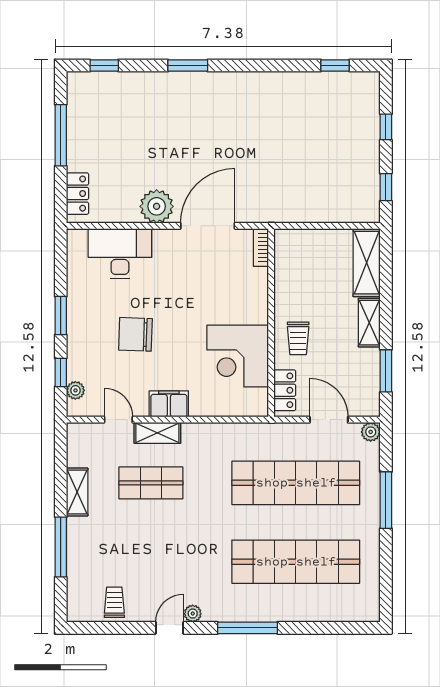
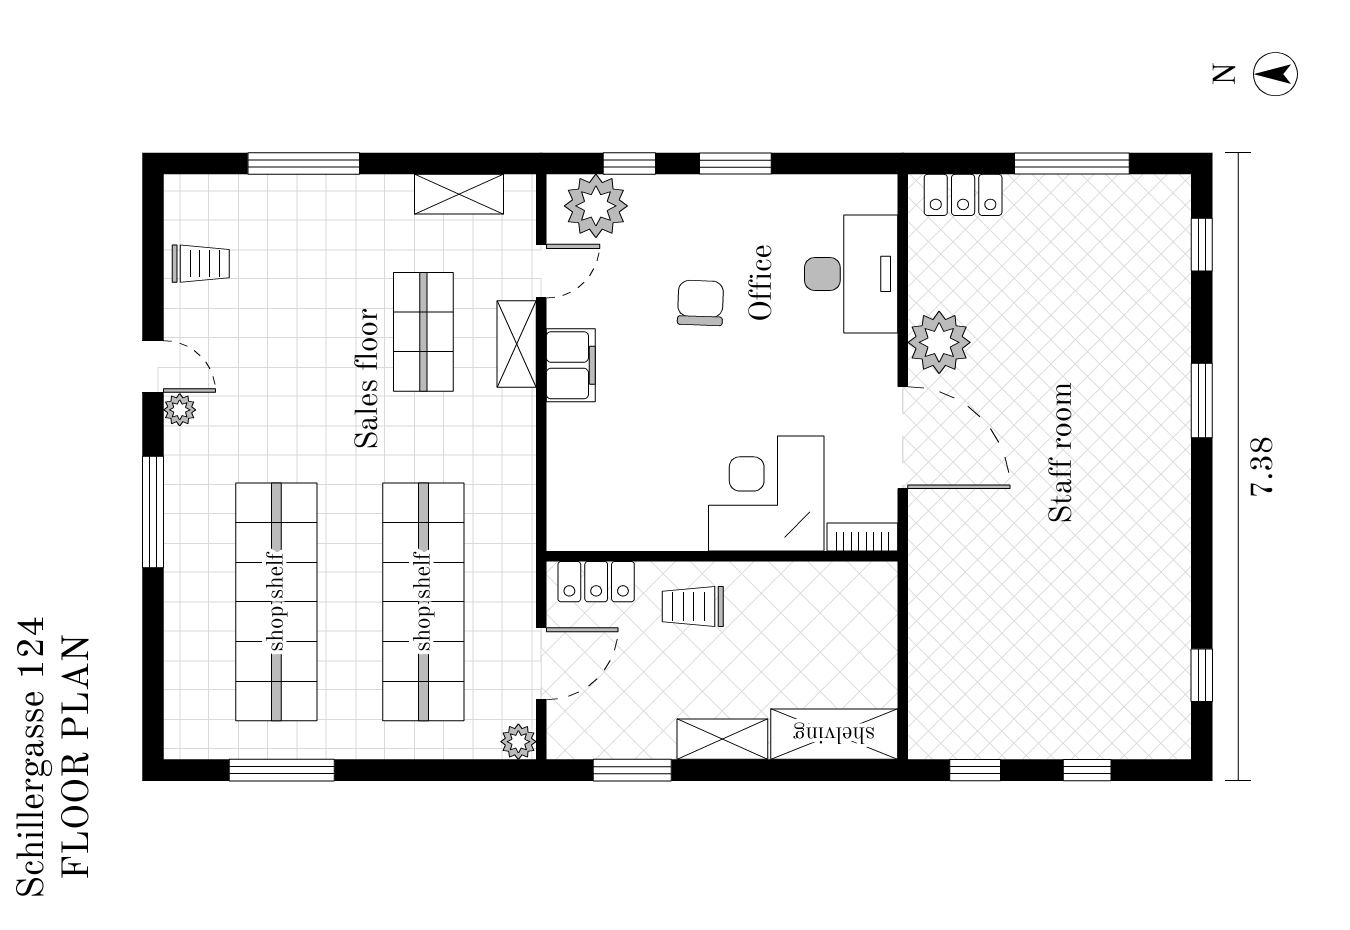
chair: (135, 334) -> (700, 303), width x0.73, depth x0.73
corner desk: (238, 356) -> (766, 494), moved
plant: (75, 390) -> (596, 206), width x1.87, depth x1.87
shelving: (77, 492) -> (459, 194), moved
window: (386, 500) -> (282, 770), moved

